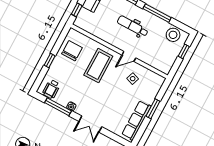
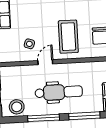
dental chair: (133, 26) -> (59, 92), width x1.36, depth x1.38

